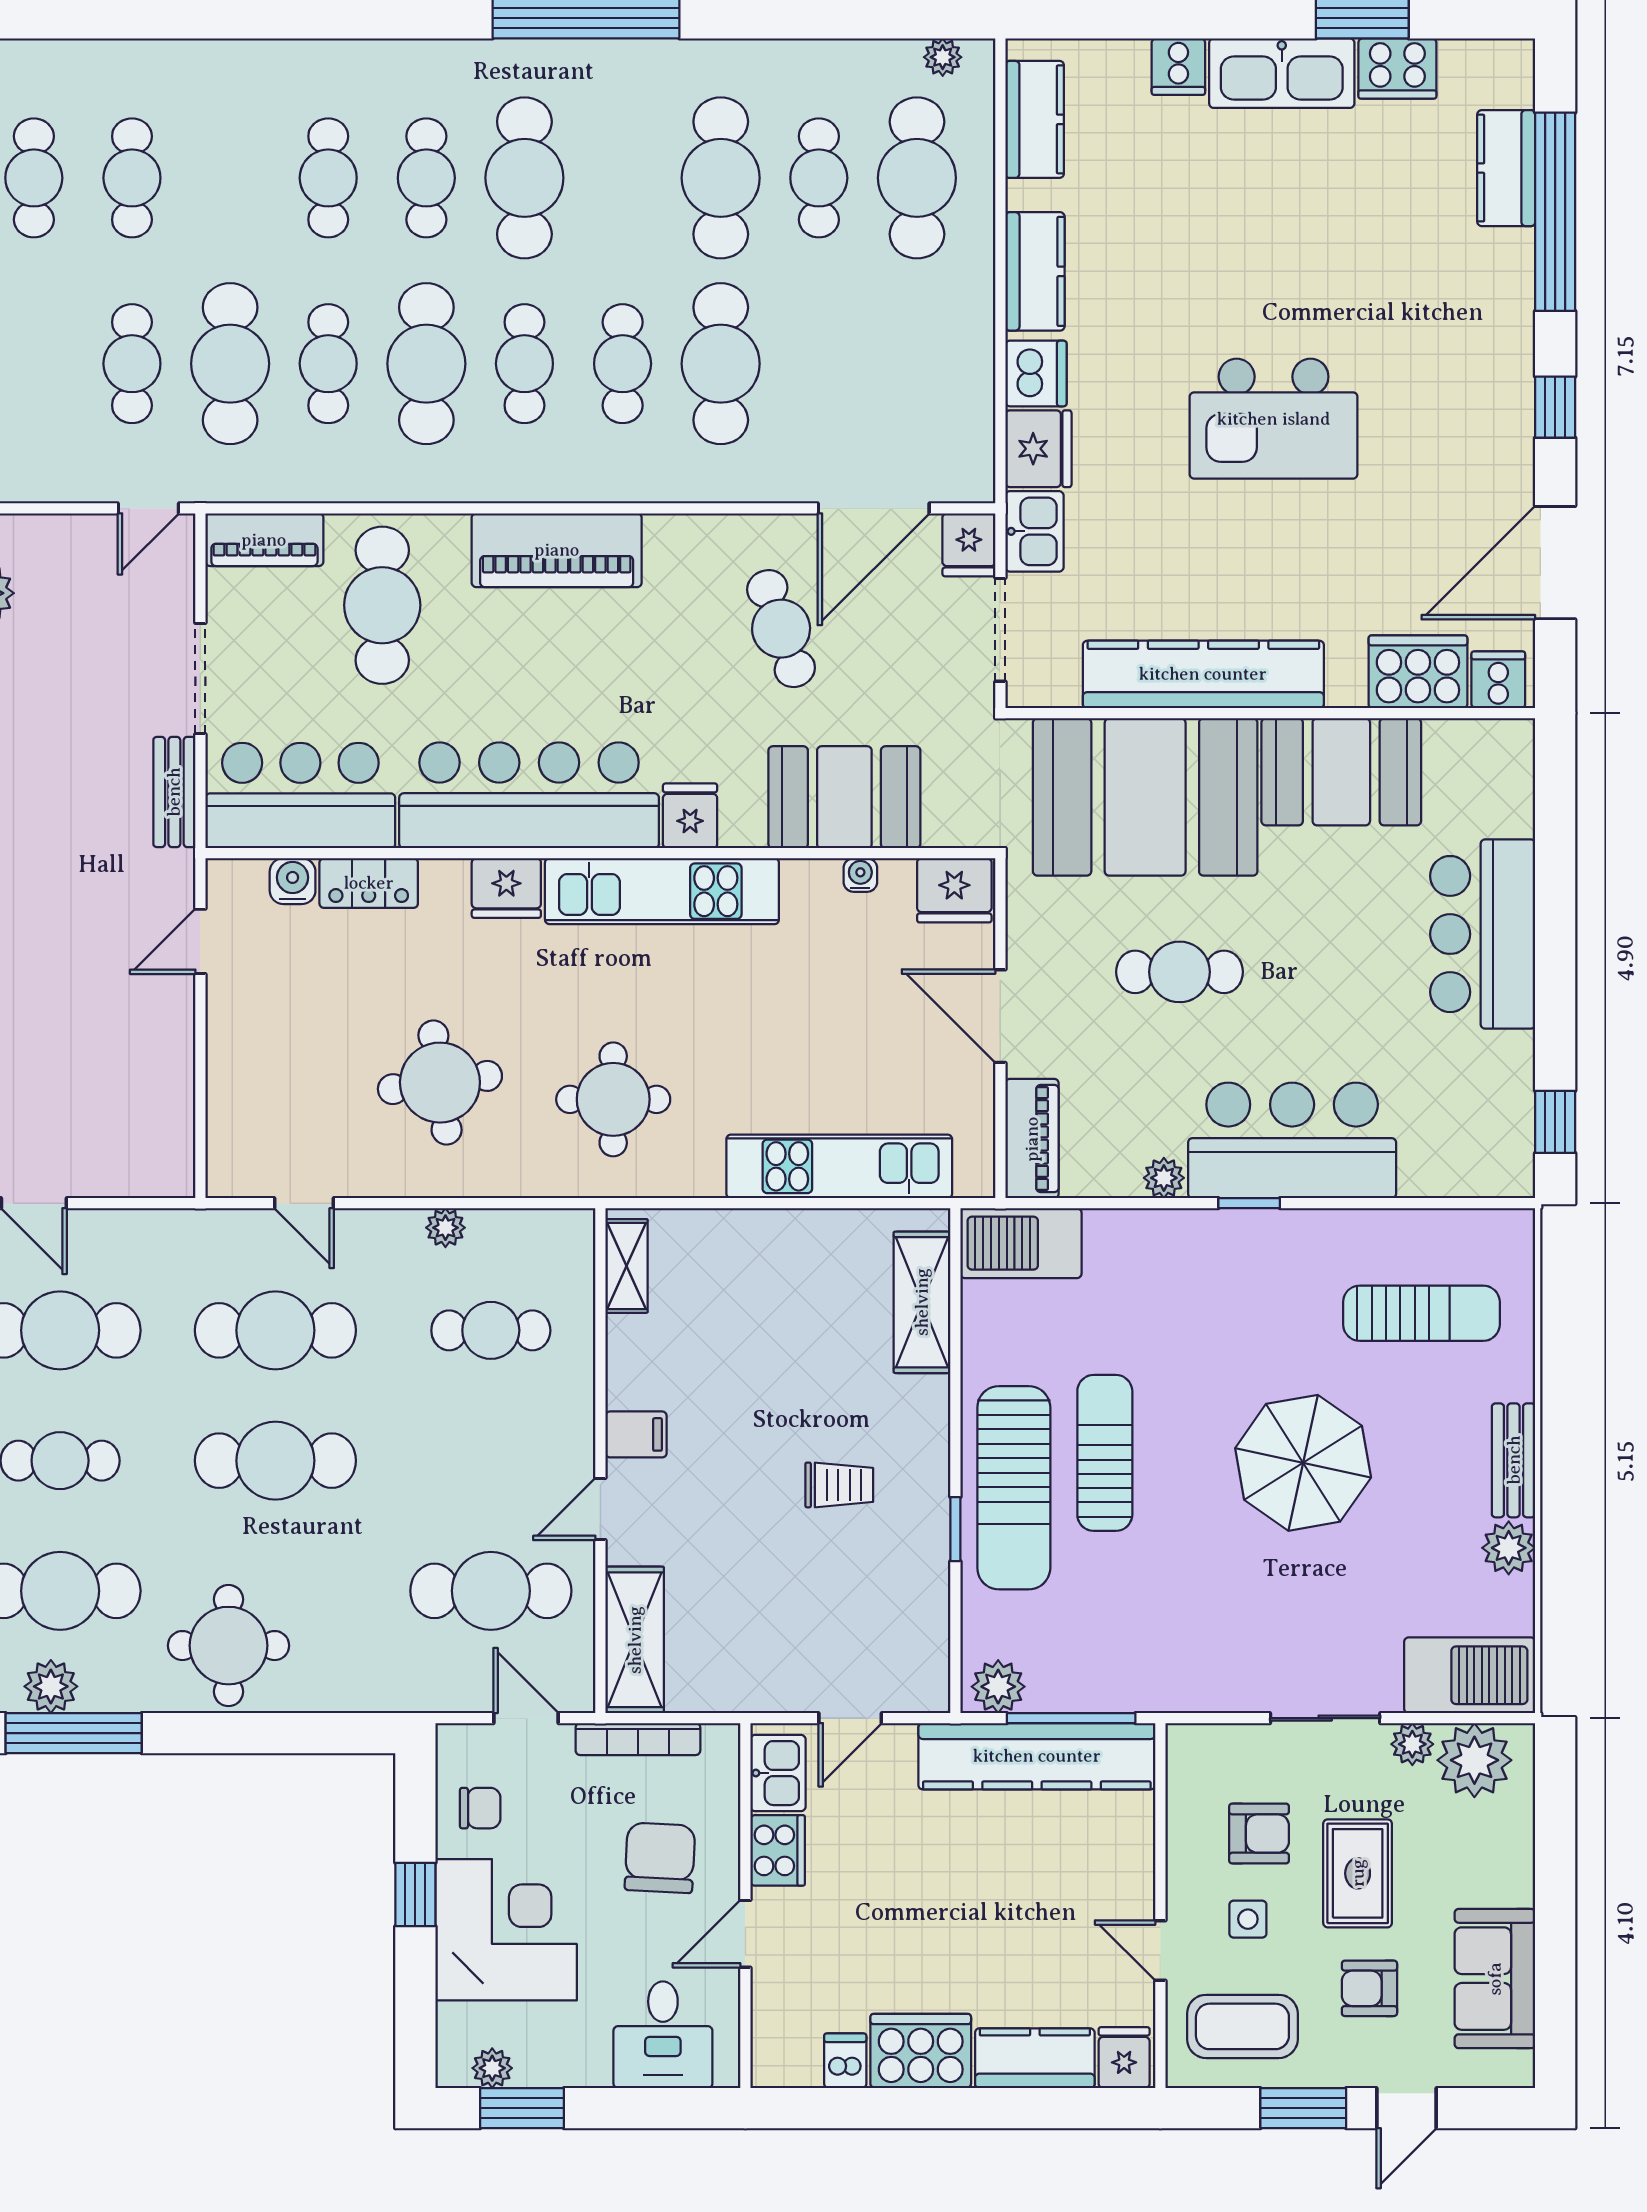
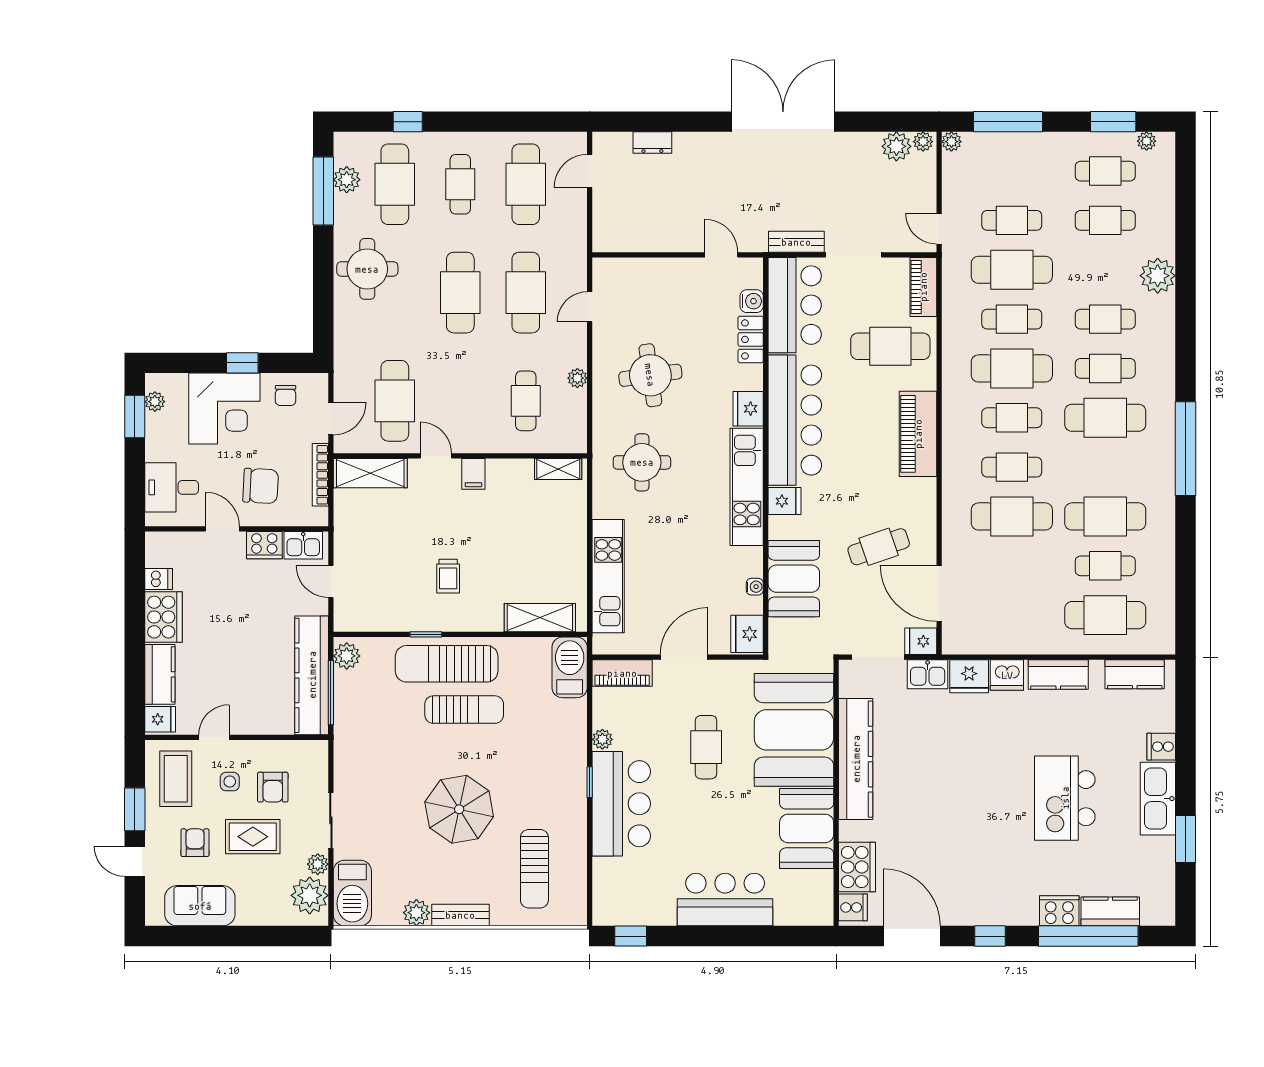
plant: (943, 57) -> (1158, 276), moved, width x1.87, depth x1.87
cooker: (1397, 69) -> (1059, 911), moved, turned 90
kitchen island: (1274, 419) -> (1065, 798), moved

